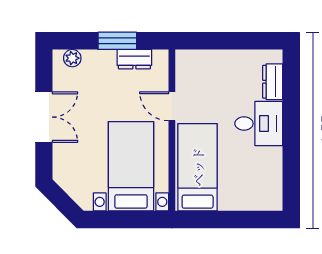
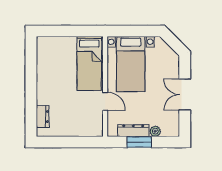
plant: (72, 58) -> (155, 131), moved
dresser: (134, 59) -> (133, 131), width x1.44
desk: (259, 123) -> (51, 91), removed

